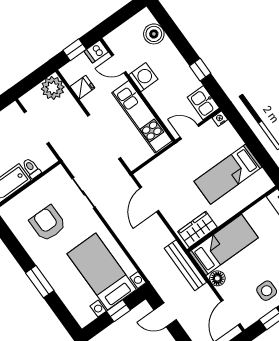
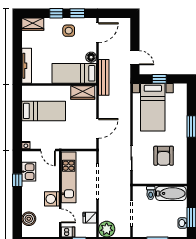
kitchen sink: (203, 103) -> (29, 172), moved

